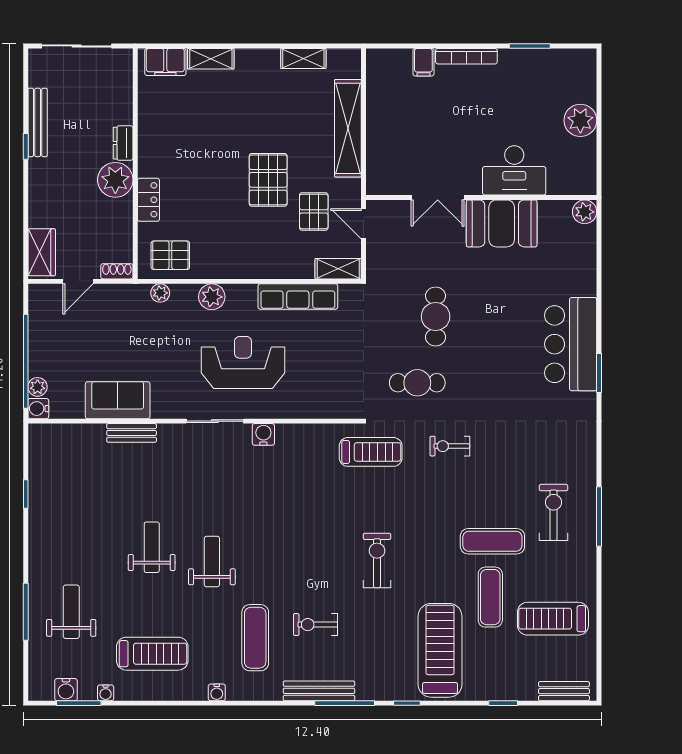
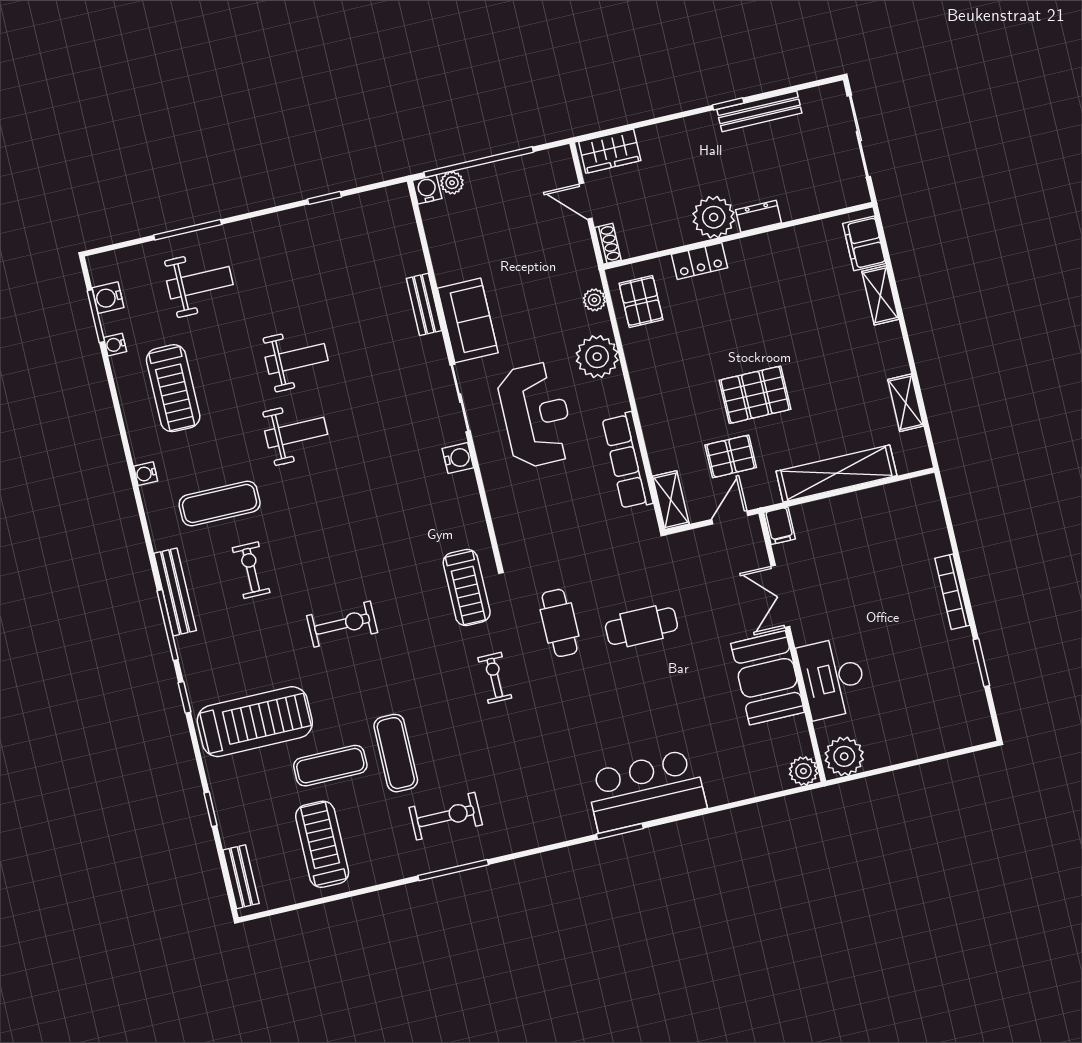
filing cabinet: (423, 62) -> (780, 526), moved, turned -90
plant: (580, 120) -> (844, 756), moved
plant: (212, 297) -> (597, 357), width x1.36, depth x1.36
sofa: (118, 400) -> (468, 320), moved

